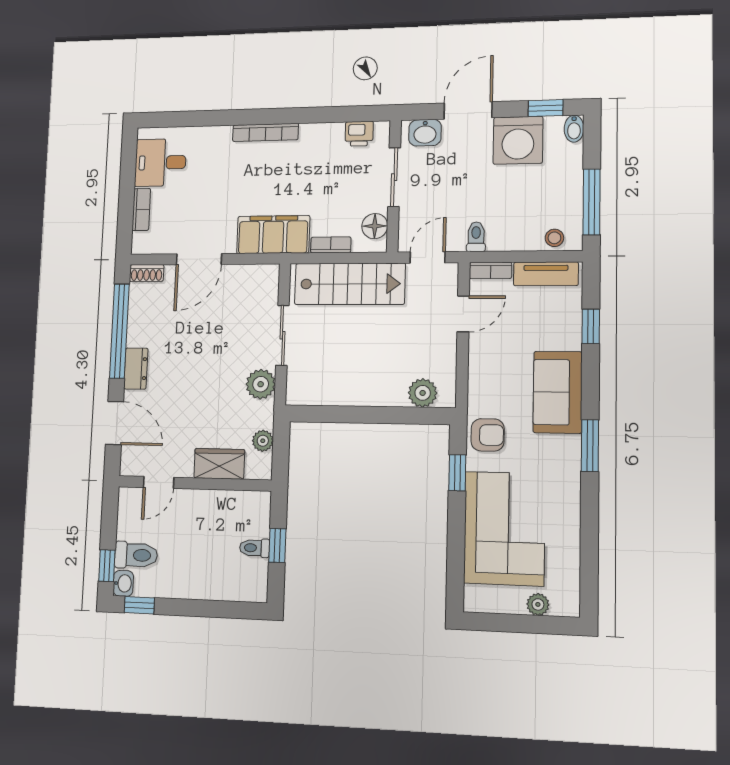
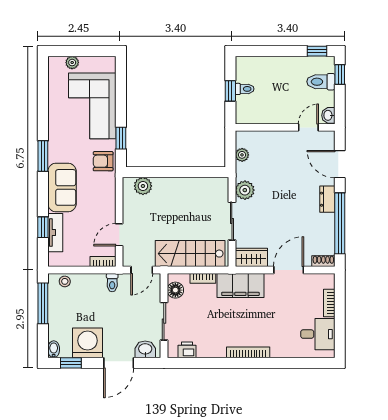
tv unit: (546, 274) -> (55, 233), moved, turned 90
wardrobe: (219, 464) -> (251, 257), moved, turned 180
washbasin: (123, 583) -> (328, 115), moved

